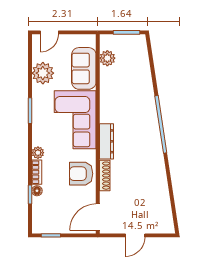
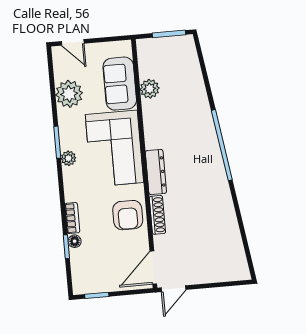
door: (49, 32) -> (73, 42), hinge flipped
plant: (107, 58) -> (150, 89), moved
plant: (38, 153) -> (68, 158), moved
armchair: (81, 174) -> (128, 215), turned -90
door: (135, 235) -> (173, 289), moved

